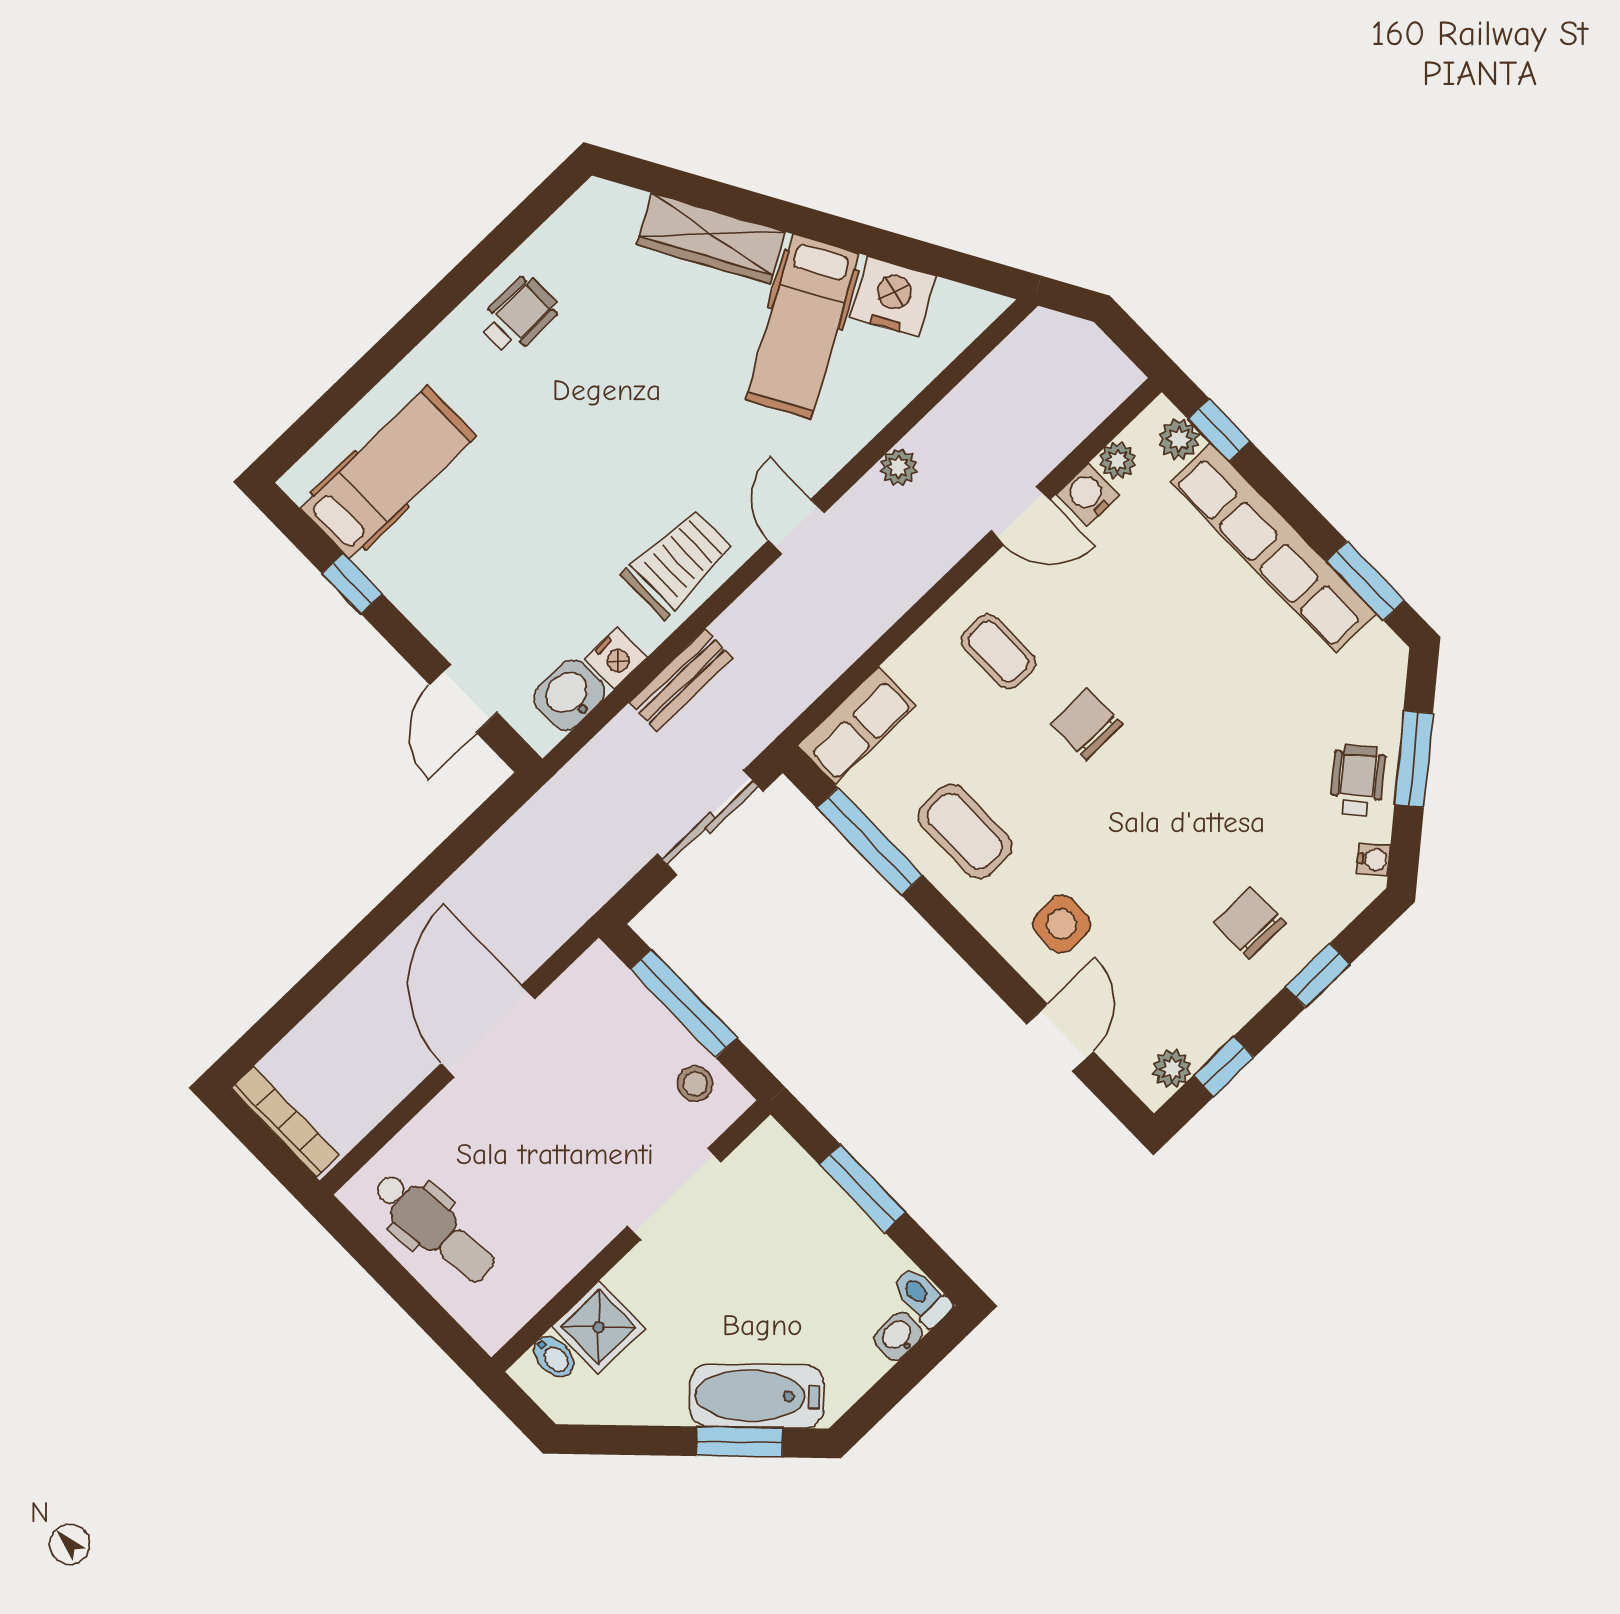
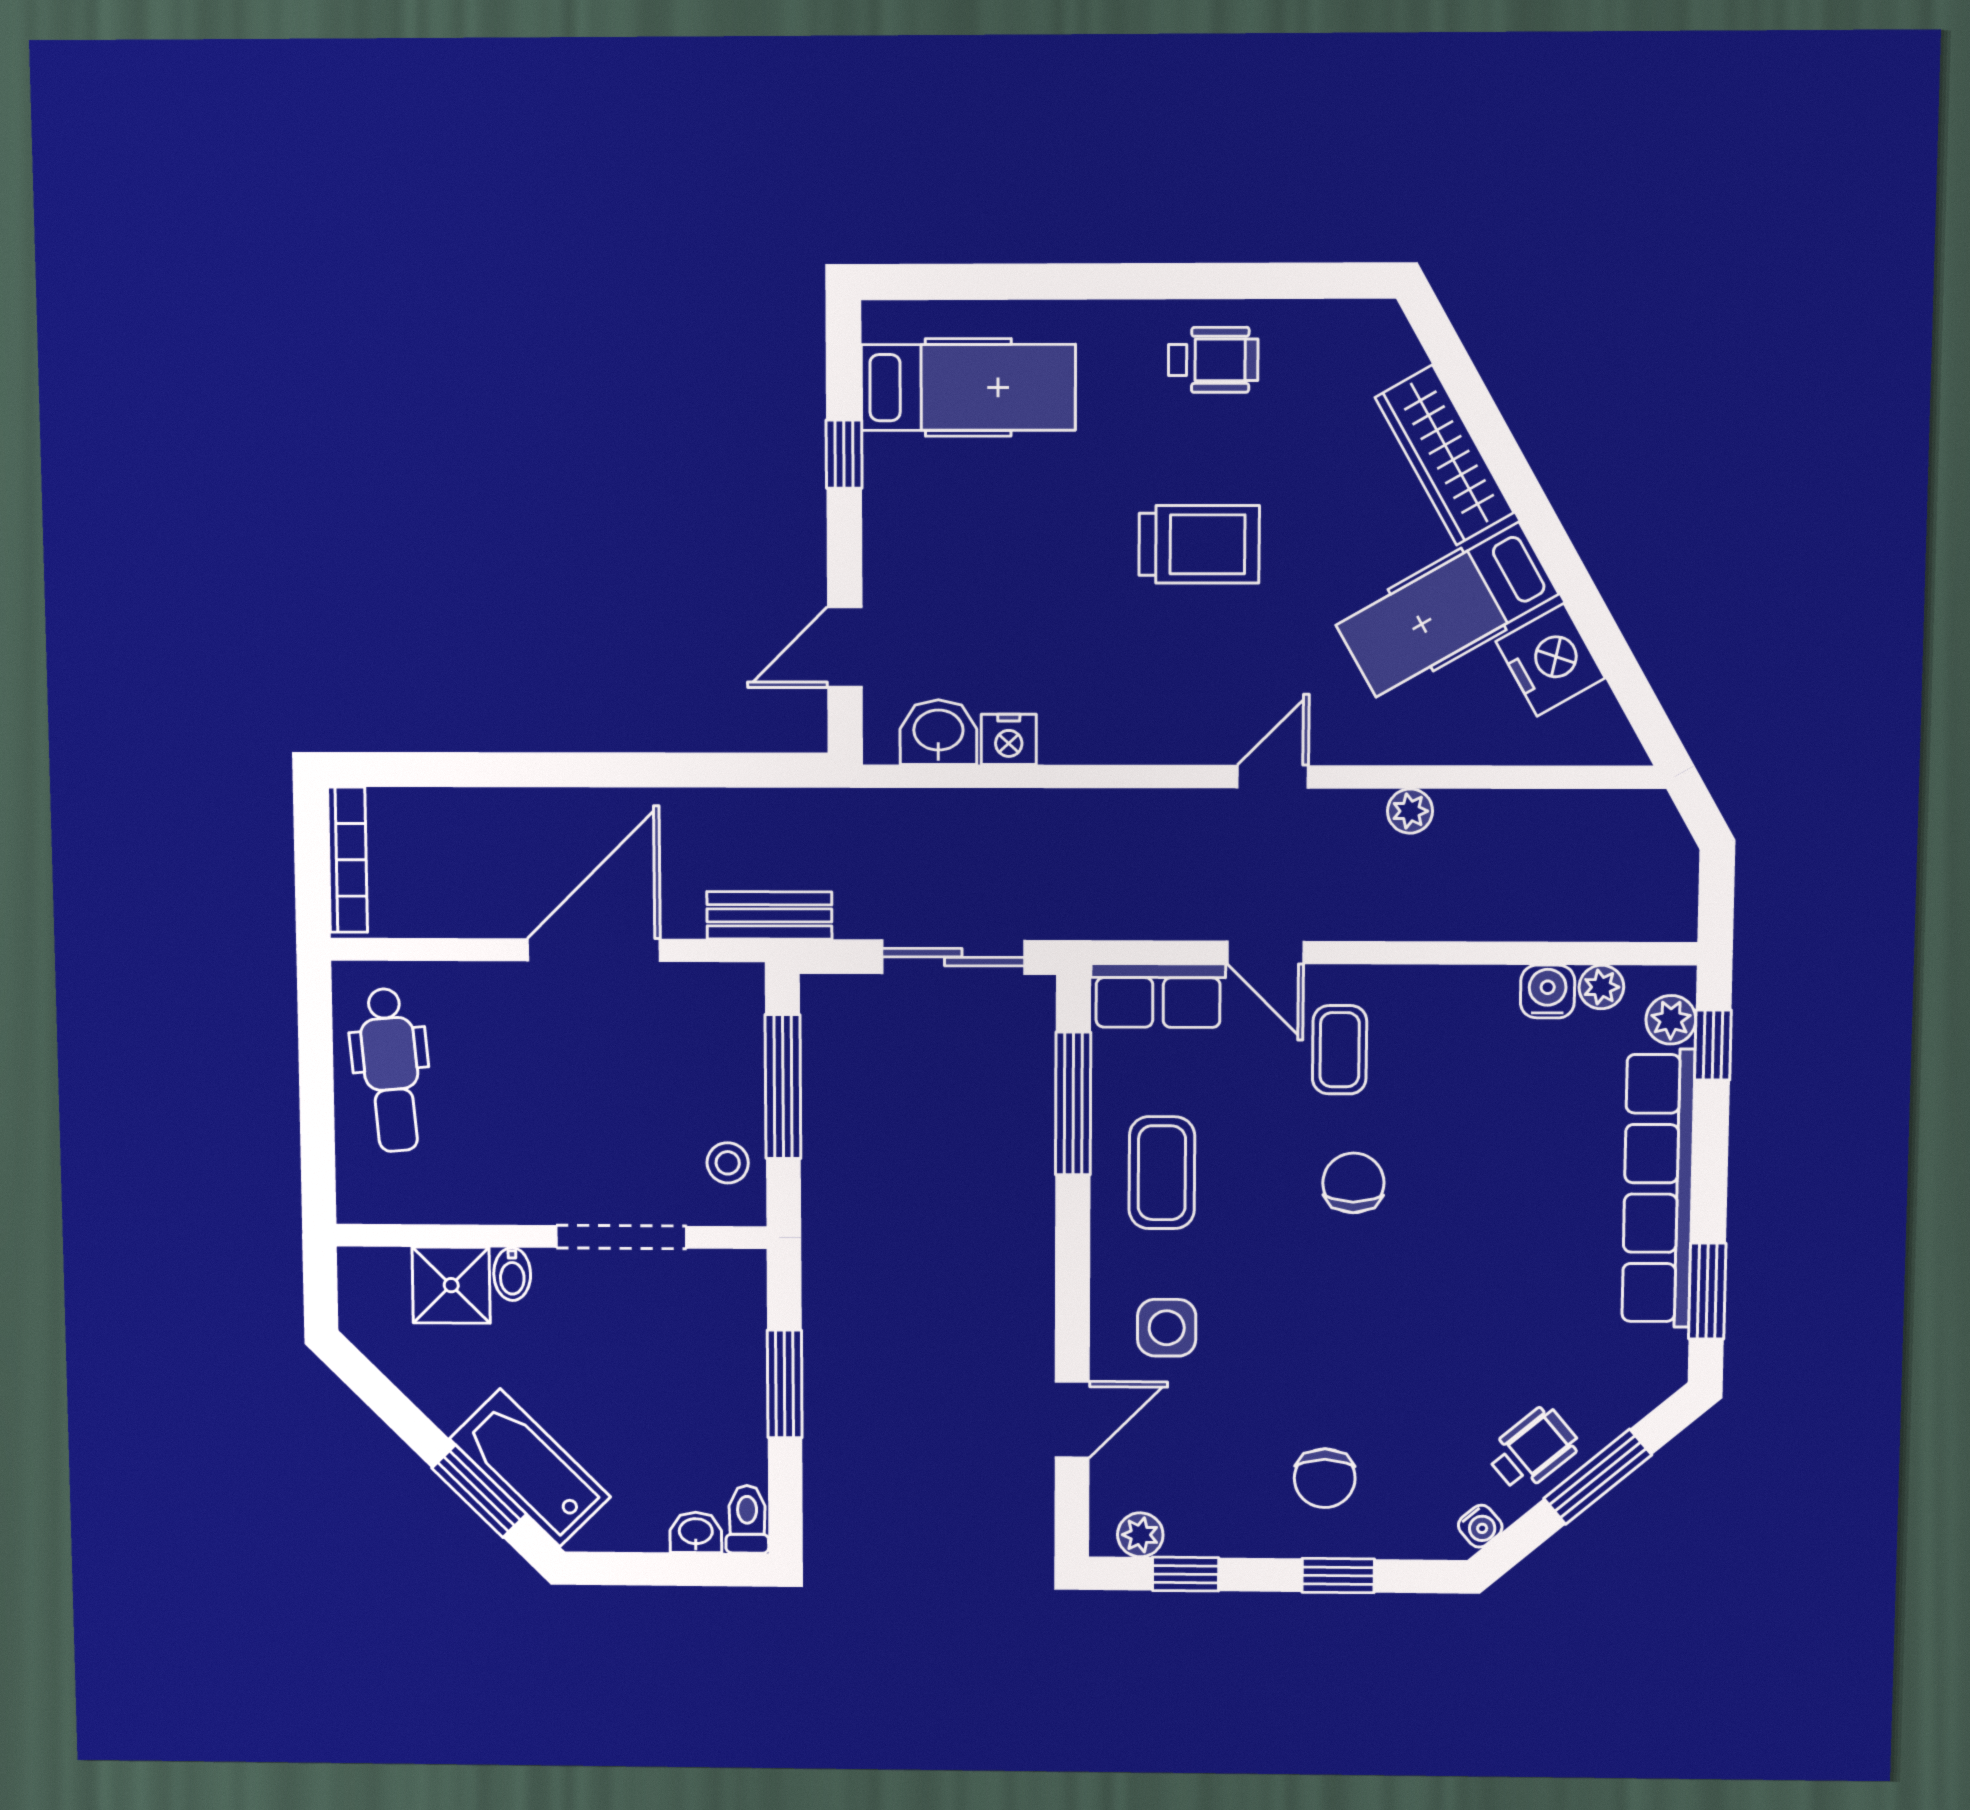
door: (1020, 515) -> (1265, 952), moved
trolley: (678, 563) -> (1199, 544), moved
bench: (681, 680) -> (769, 915), moved
chair: (1249, 923) -> (1325, 1478), turned 180
bidet: (554, 1357) -> (512, 1274), moved

